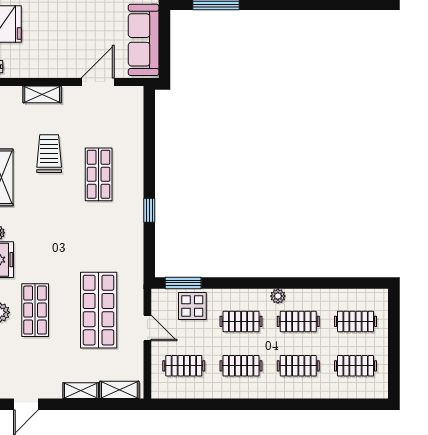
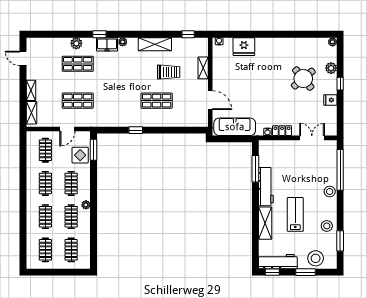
shop shelf: (99, 310) -> (78, 101), width x0.70, depth x0.74

